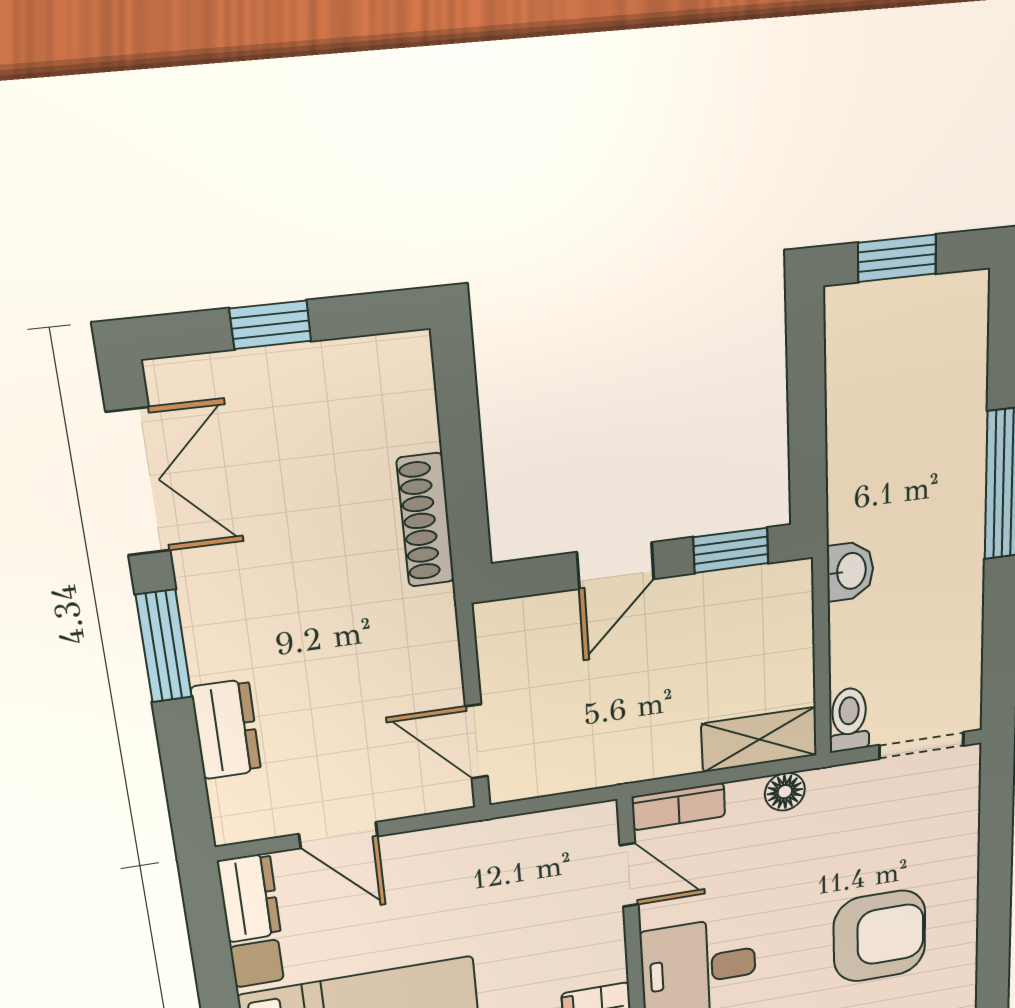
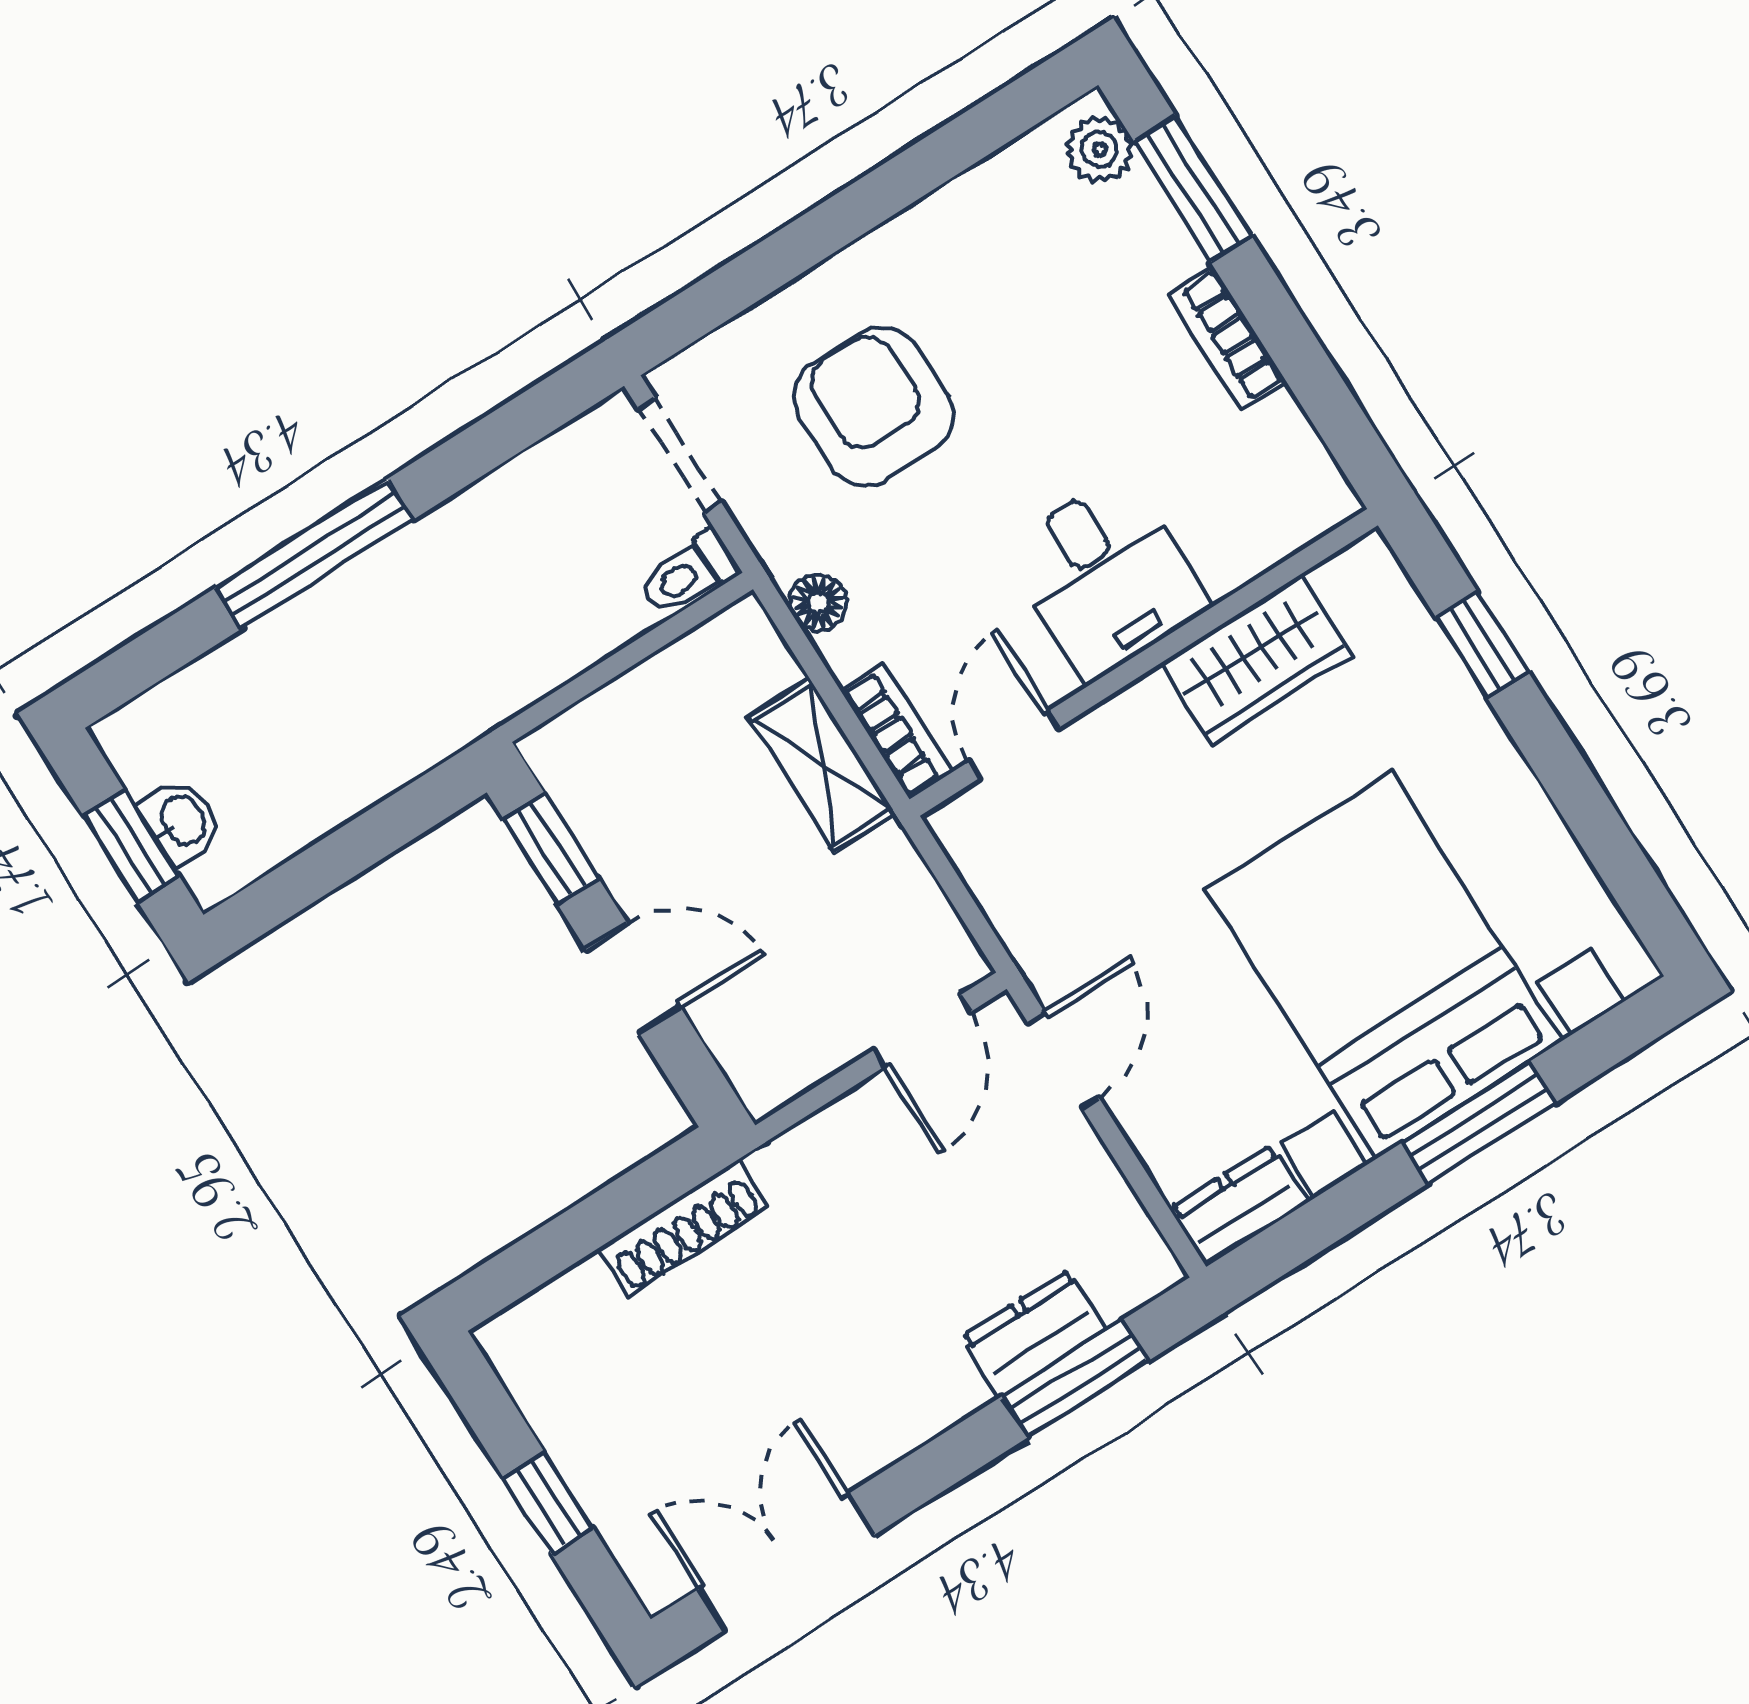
washbasin: (850, 571) -> (181, 821), moved, turned 90
window: (164, 646) -> (1075, 1379), moved
shelving: (759, 739) -> (822, 765), moved
door: (338, 835) -> (1064, 1060), moved
armchair: (880, 936) -> (874, 407), moved

